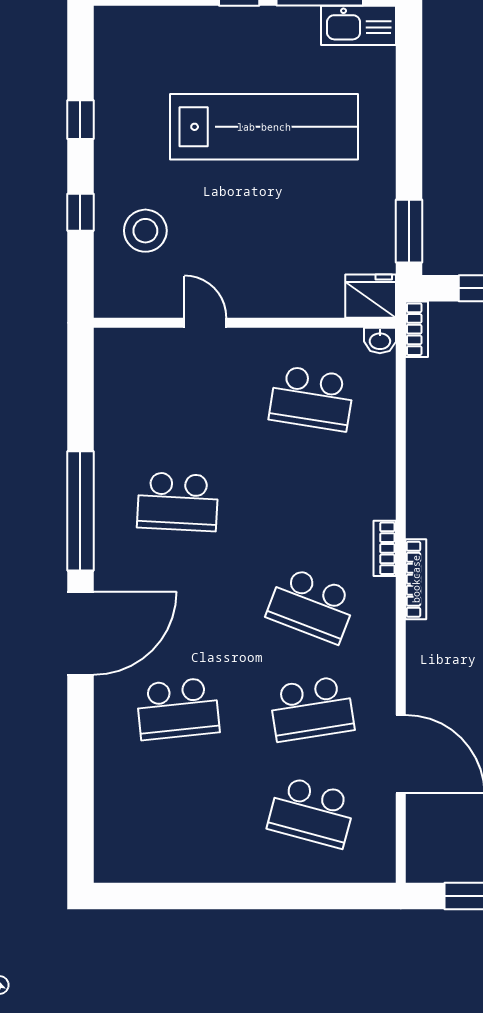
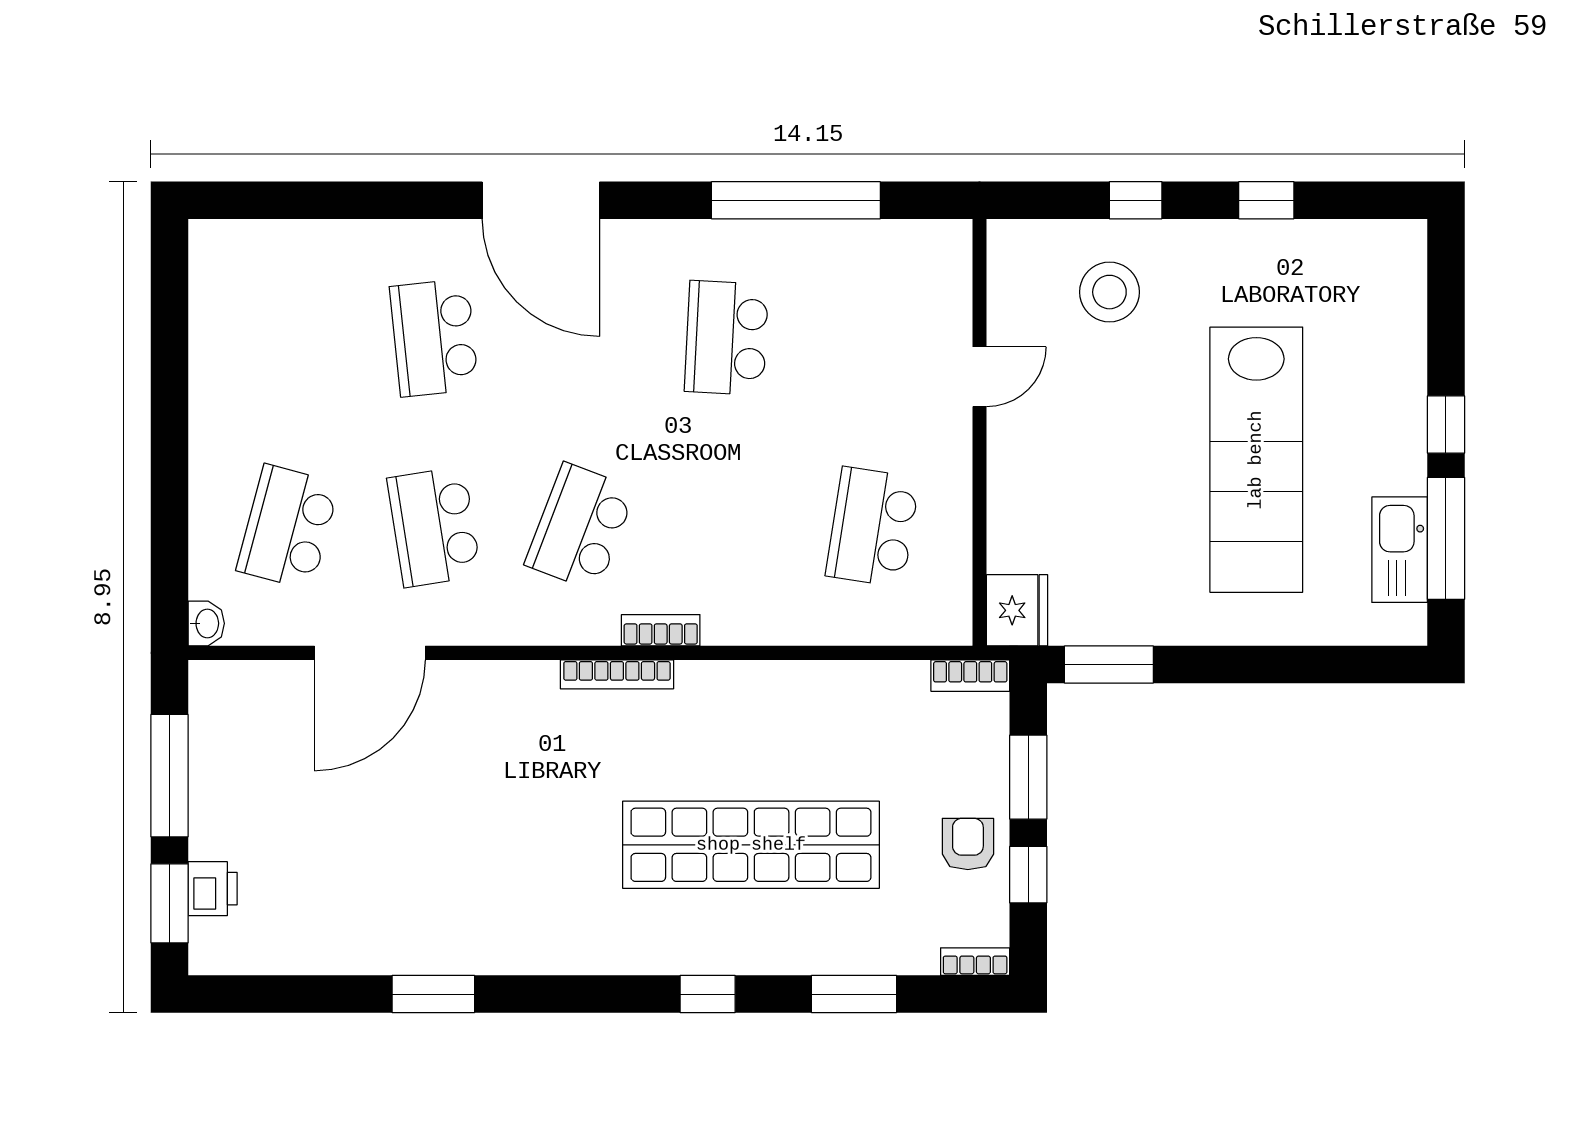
kitchen sink: (358, 25) -> (1400, 550), moved
washbasin: (380, 340) -> (206, 623), moved, turned 180
window: (80, 511) -> (796, 200), moved

